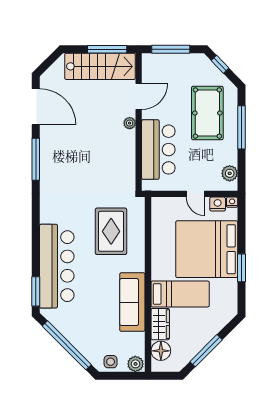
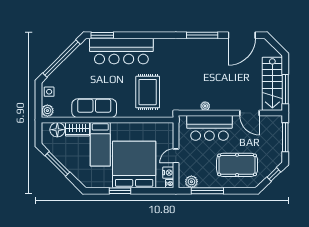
plant: (130, 123) -> (205, 106), moved
window: (242, 127) -> (207, 191), moved
rug: (111, 231) -> (148, 92), turned 90

